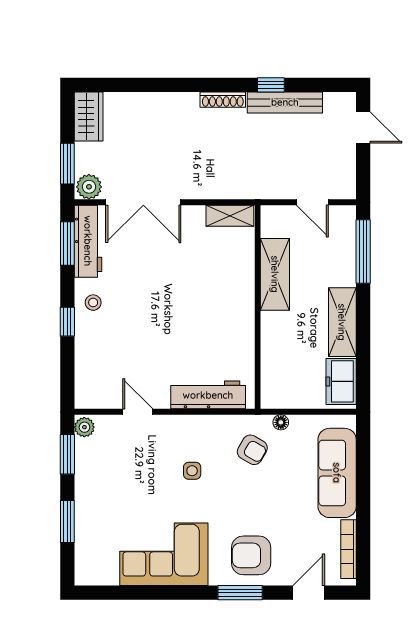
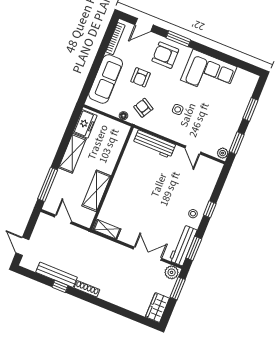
double door: (143, 202) -> (148, 254), width x0.73
armchair: (278, 500) -> (141, 77), added
armchair: (251, 555) -> (165, 55), turned 180

